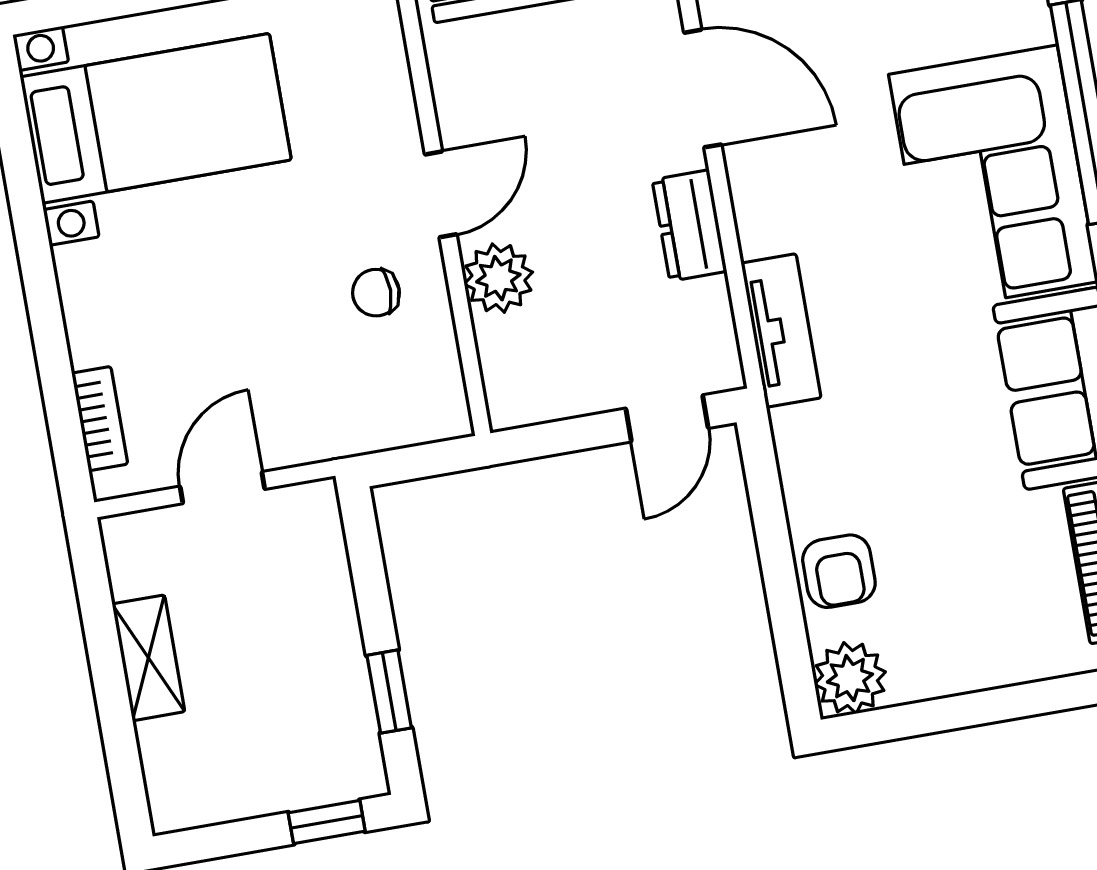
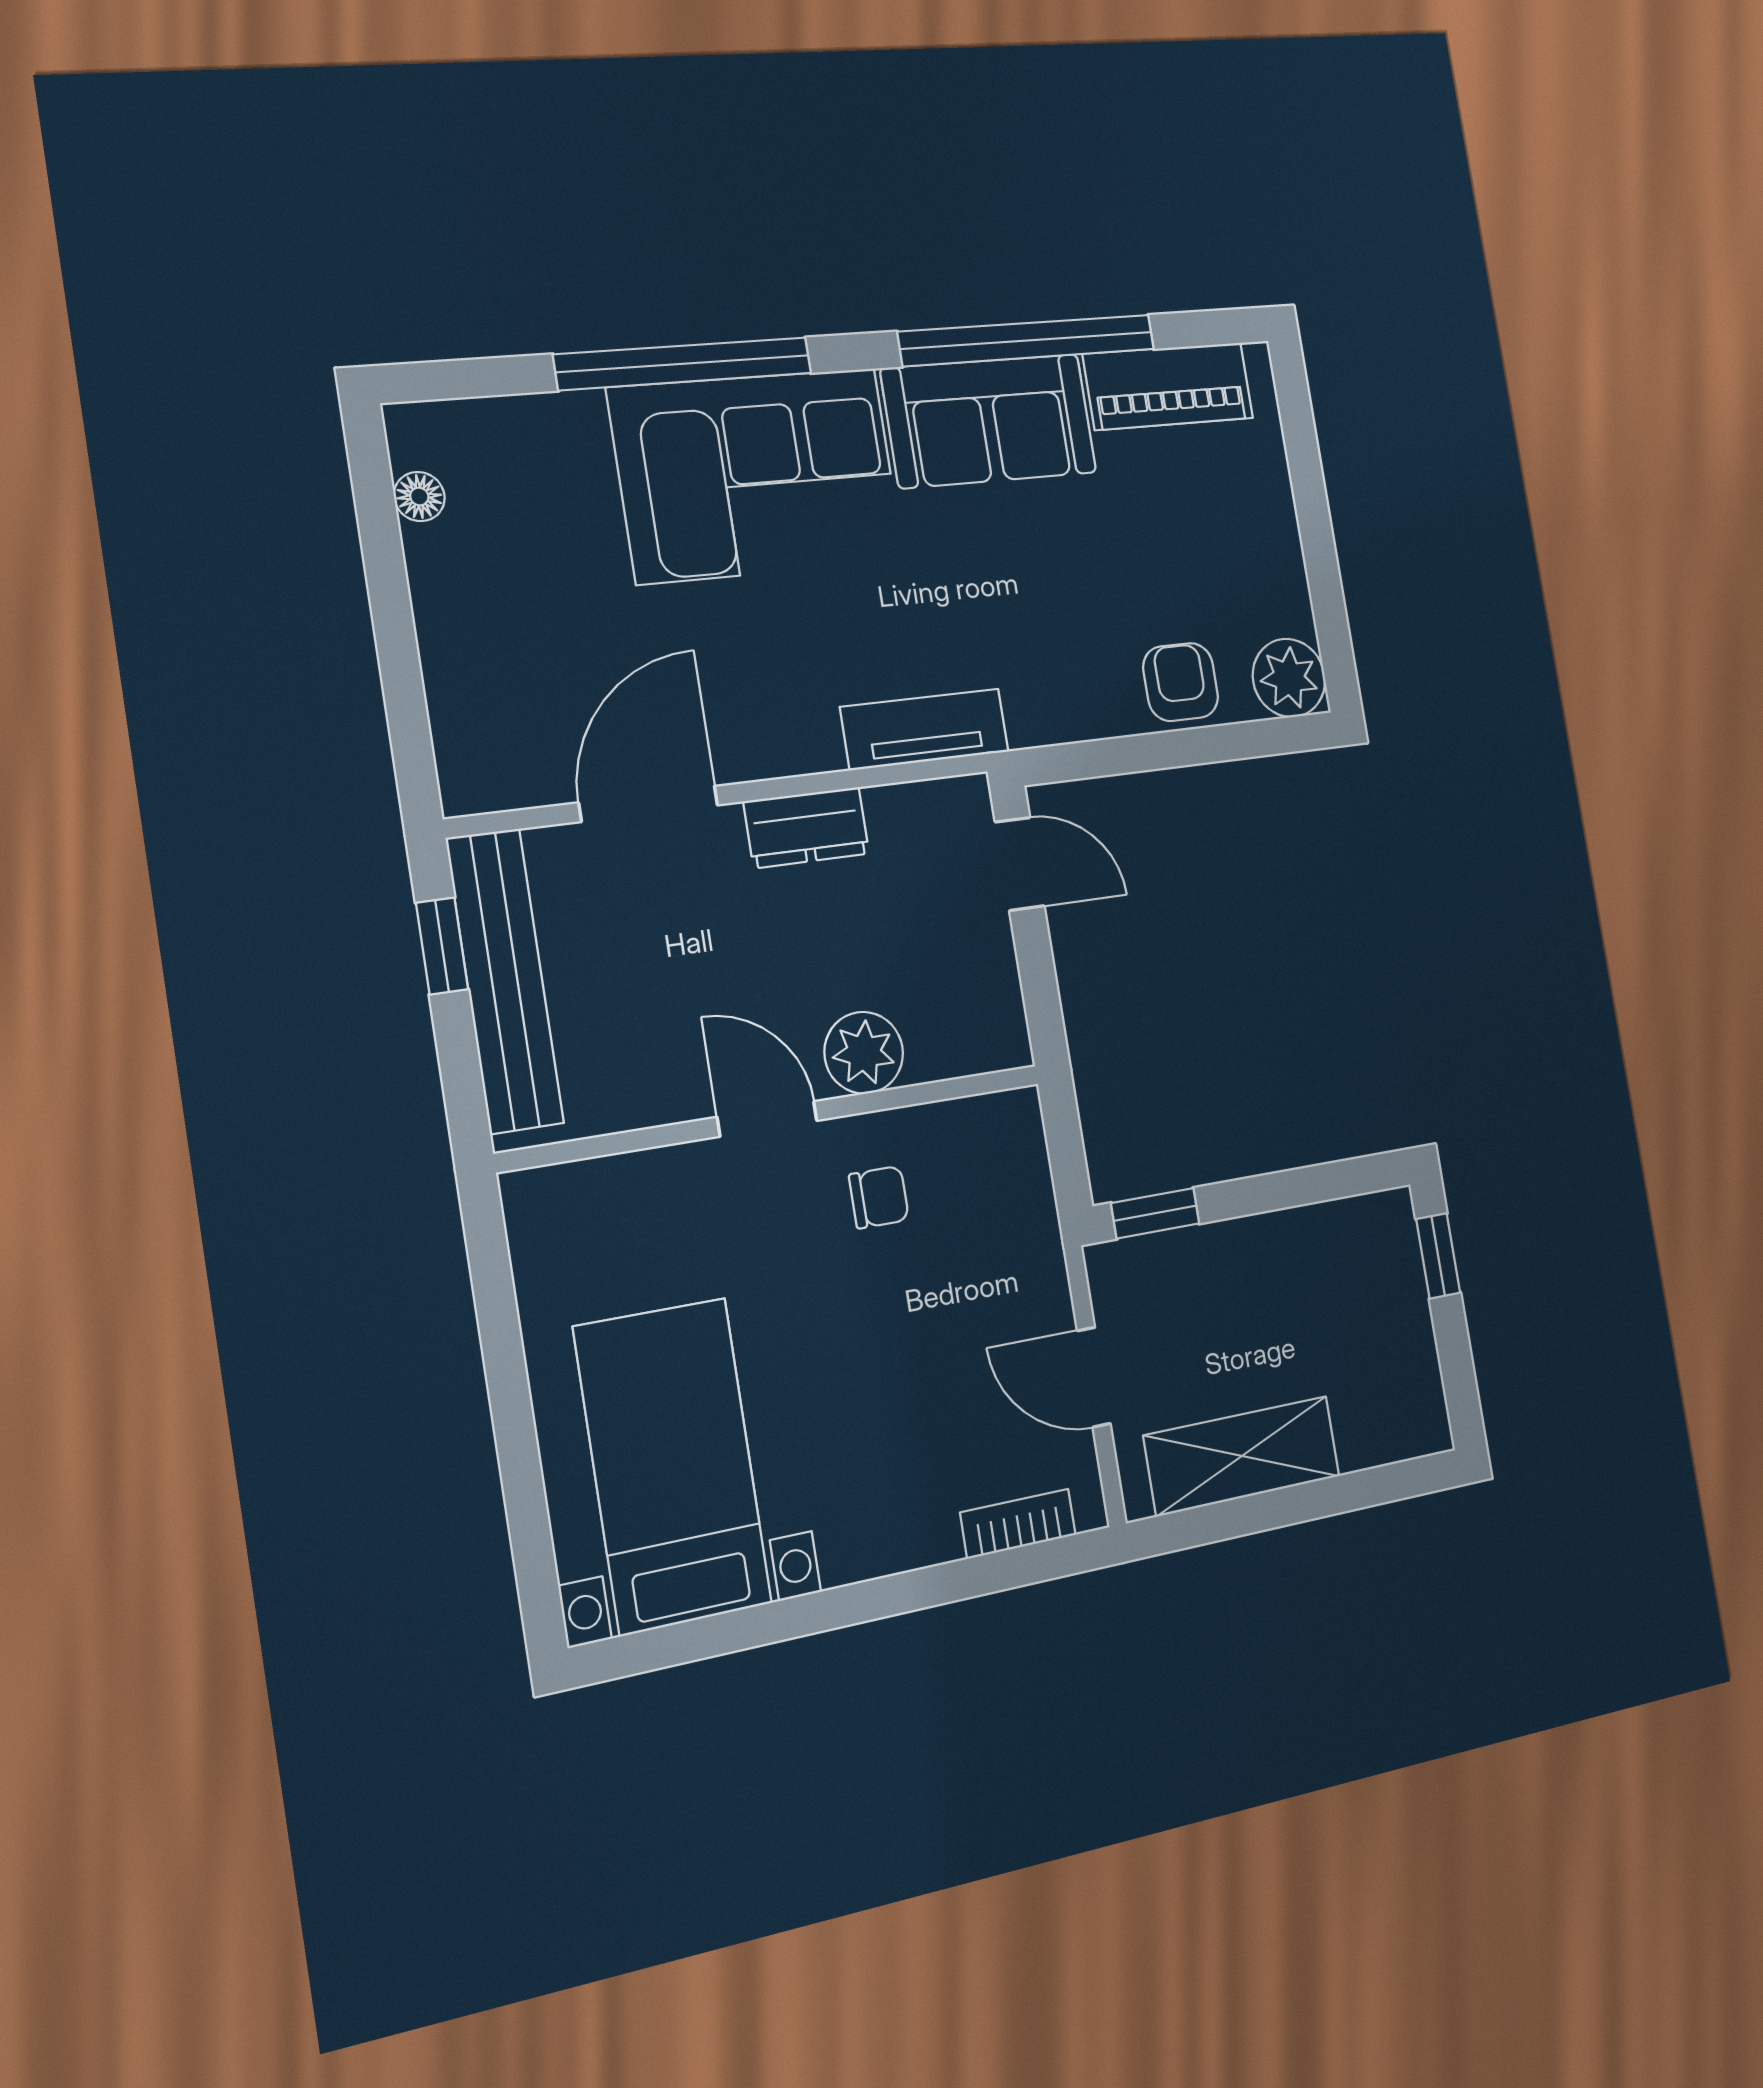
chair: (376, 293) -> (879, 1197), turned -90
armchair: (839, 571) -> (1181, 682), turned -90
shelving: (148, 658) -> (1242, 1456), width x1.50, depth x1.33
window: (389, 692) -> (1155, 1213), moved

